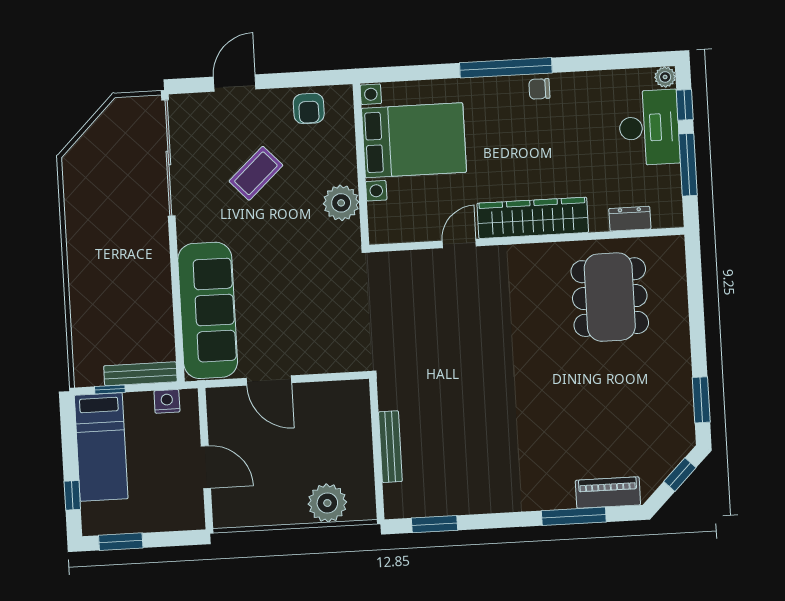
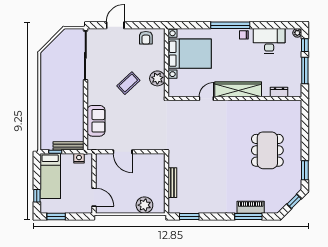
desk: (649, 128) -> (269, 41), moved, turned -90
coffee table: (256, 173) -> (128, 83), moved
dining table: (610, 297) -> (267, 150), moved
sofa: (208, 310) -> (96, 121), width x0.54, depth x0.79
door: (206, 467) -> (94, 197), moved
piano: (608, 493) -> (251, 207), moved

